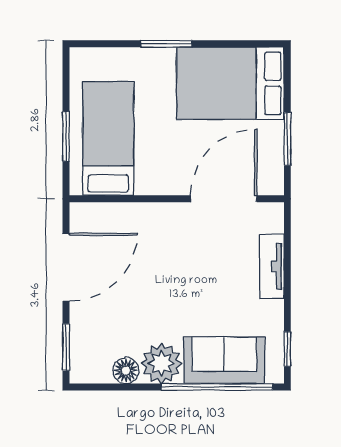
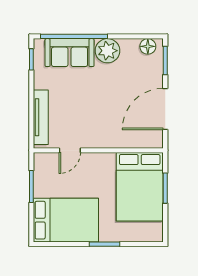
bed: (108, 139) -> (140, 187), width x1.50
door: (224, 199) -> (70, 150), width x0.53
tv unit: (272, 266) -> (41, 117), width x1.41
floor lamp: (126, 371) -> (148, 46), moved

